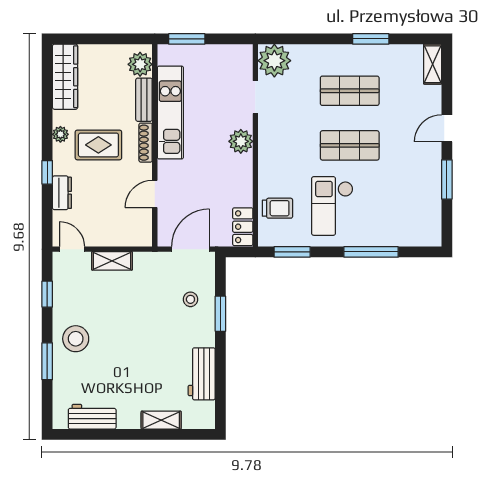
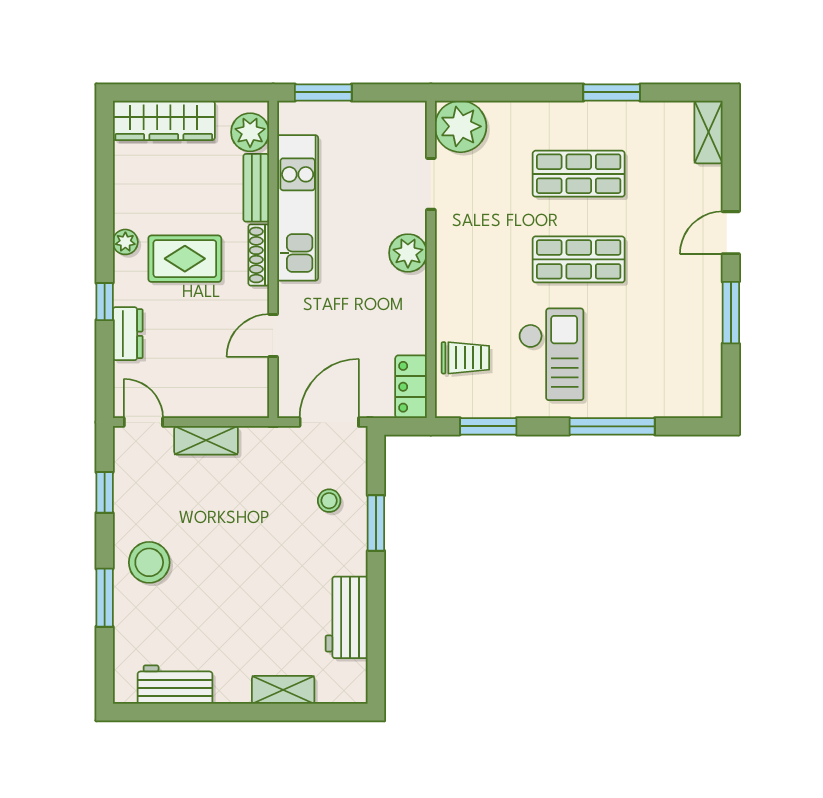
wardrobe: (65, 77) -> (164, 120), moved, turned 90
checkout: (332, 206) -> (551, 354), turned 180

